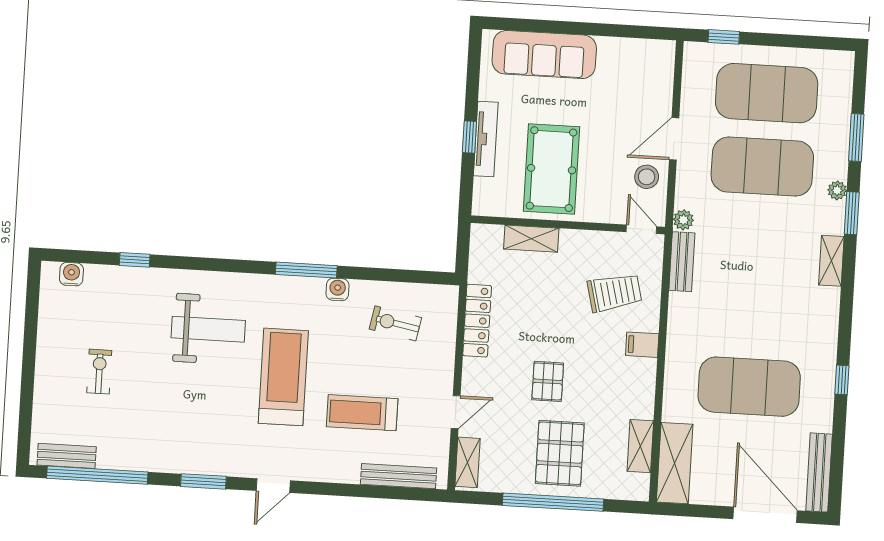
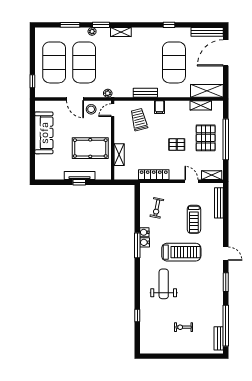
sofa: (544, 55) -> (44, 133), moved
bench: (682, 262) -> (145, 93), moved
water cooler: (71, 274) -> (145, 242), moved
treadmill: (283, 377) -> (181, 252), turned 180
pallet: (560, 453) -> (206, 138), turned 90

